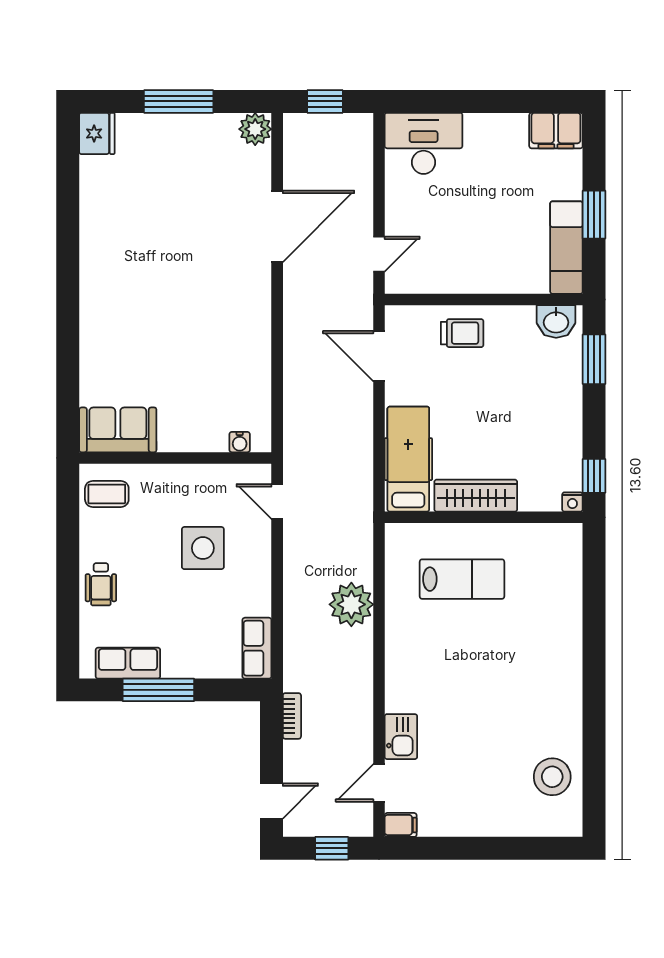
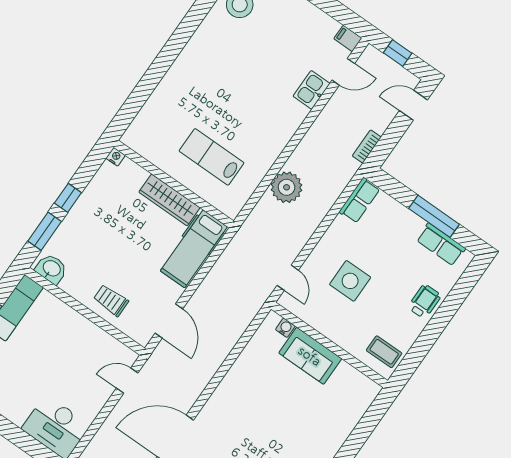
sofa: (118, 430) -> (310, 356), moved
window: (594, 476) -> (68, 198), moved

